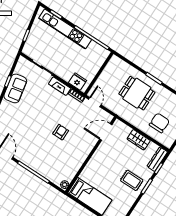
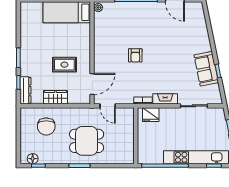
door: (95, 102) -> (108, 106), moved
rug: (132, 180) -> (64, 65), moved

